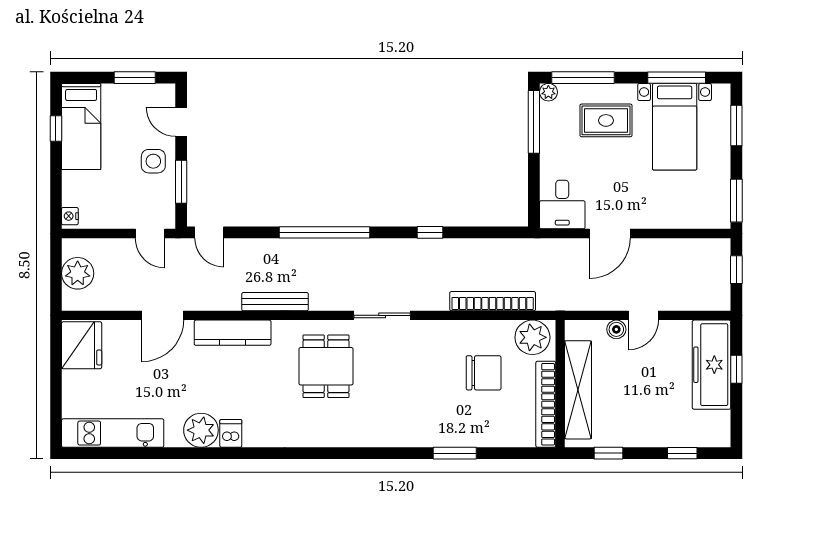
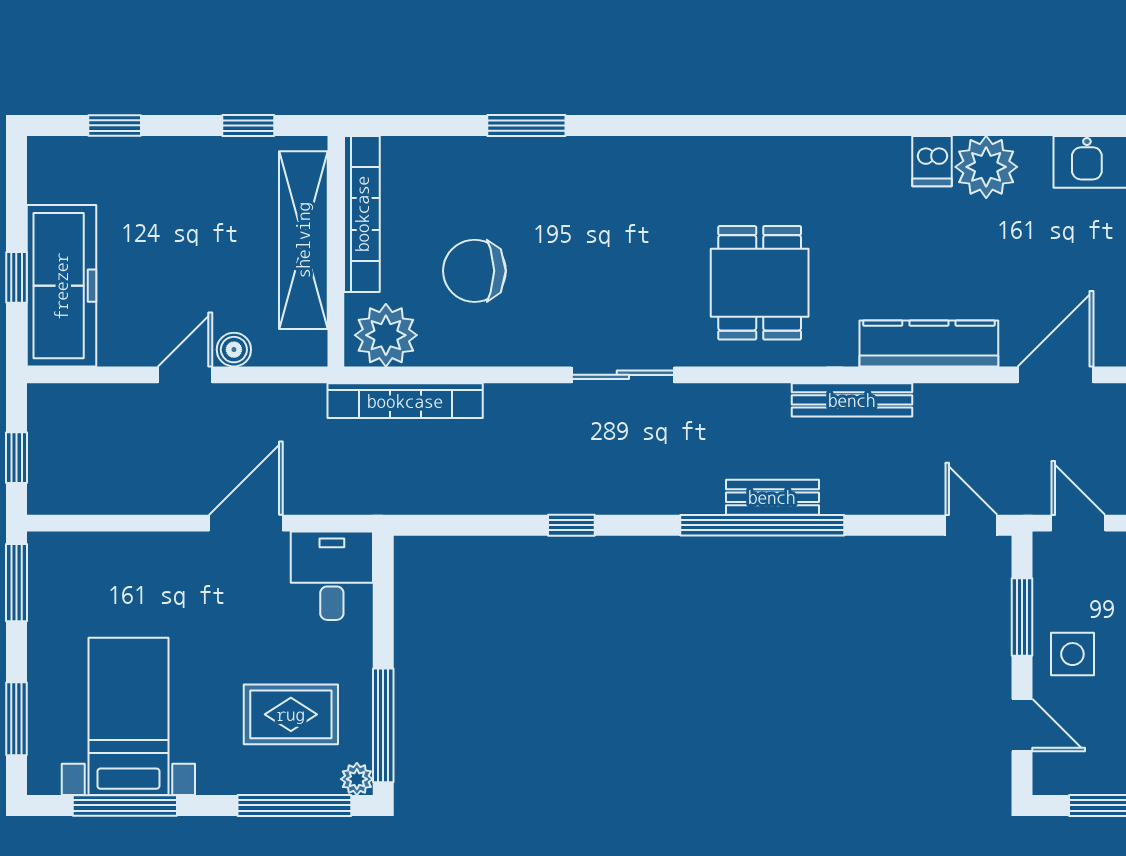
rug: (606, 120) -> (291, 714), moved
bench: (319, 248) -> (772, 497), added
bookcase: (493, 301) -> (405, 401), moved
sliding door: (382, 315) -> (623, 375), moved

